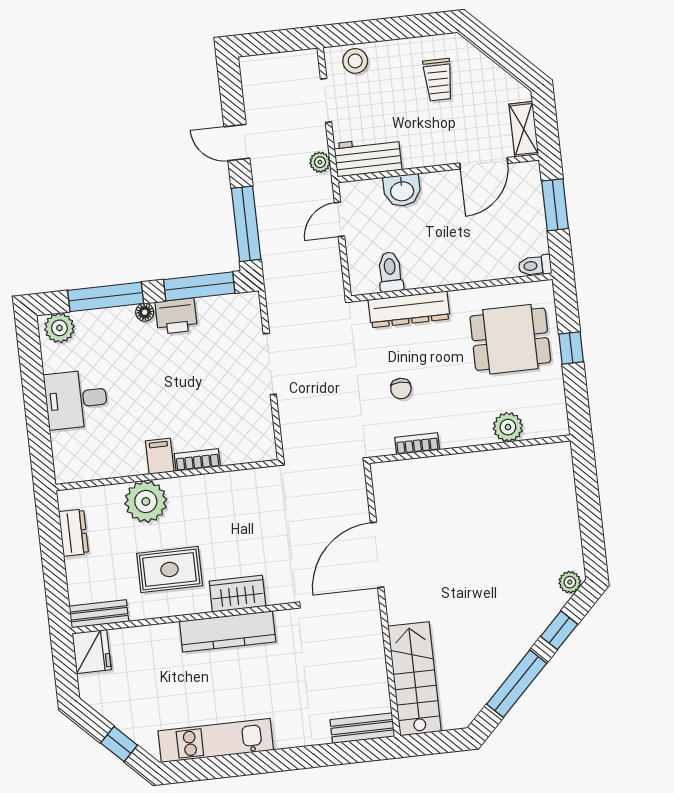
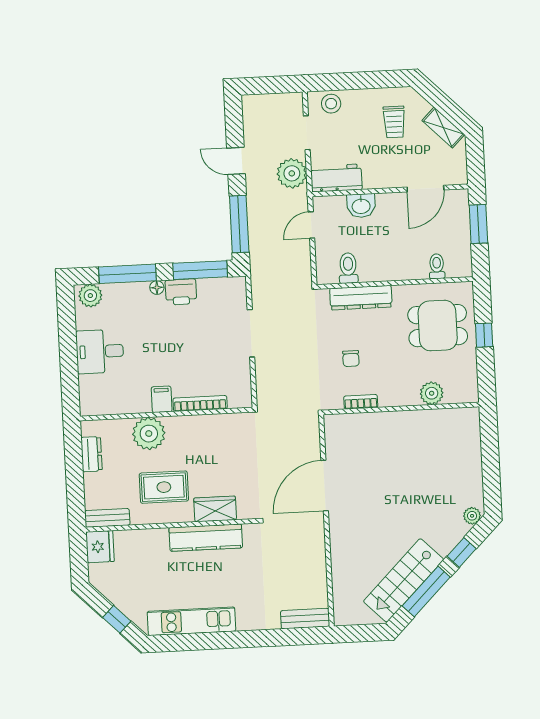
shelving: (524, 129) -> (443, 128), moved, turned -45
plant: (320, 162) -> (292, 173), width x1.88, depth x1.88
toilet: (535, 266) -> (437, 266), moved, turned 90
bookcase: (197, 460) -> (200, 403), width x1.56
stairs: (415, 679) -> (404, 580), moved, turned -135

